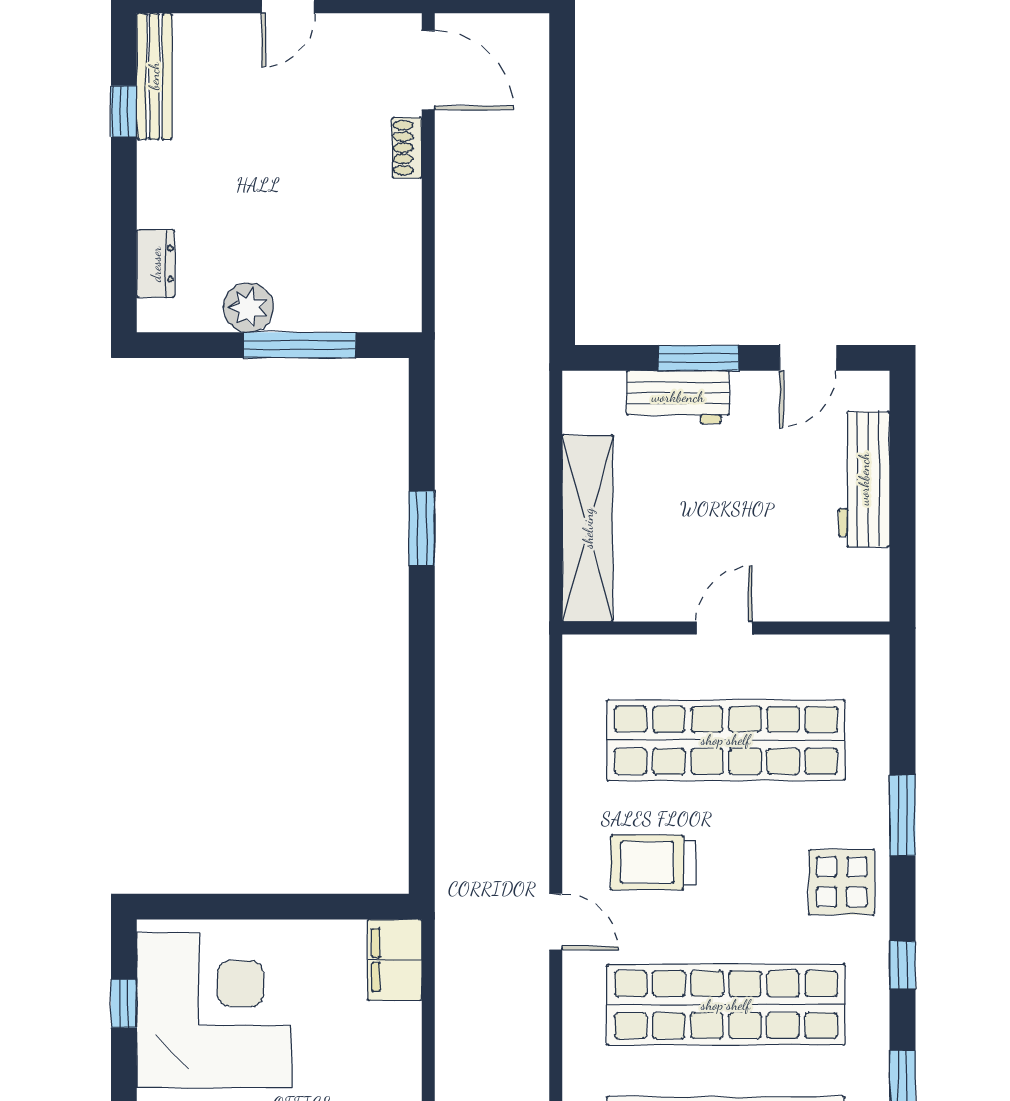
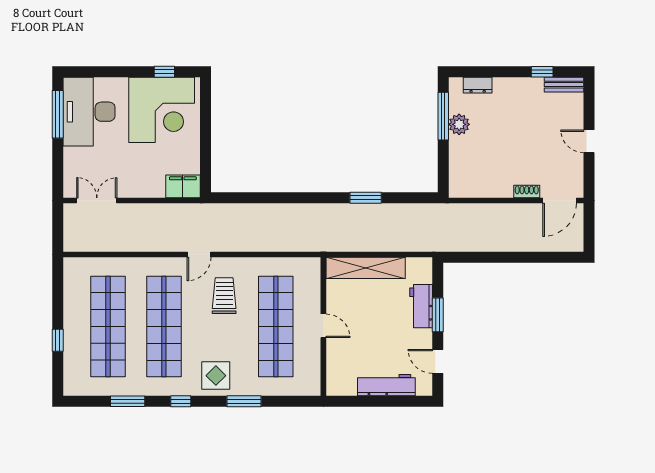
bench: (154, 76) -> (564, 85), width x0.73
window: (299, 345) -> (443, 116), moved

